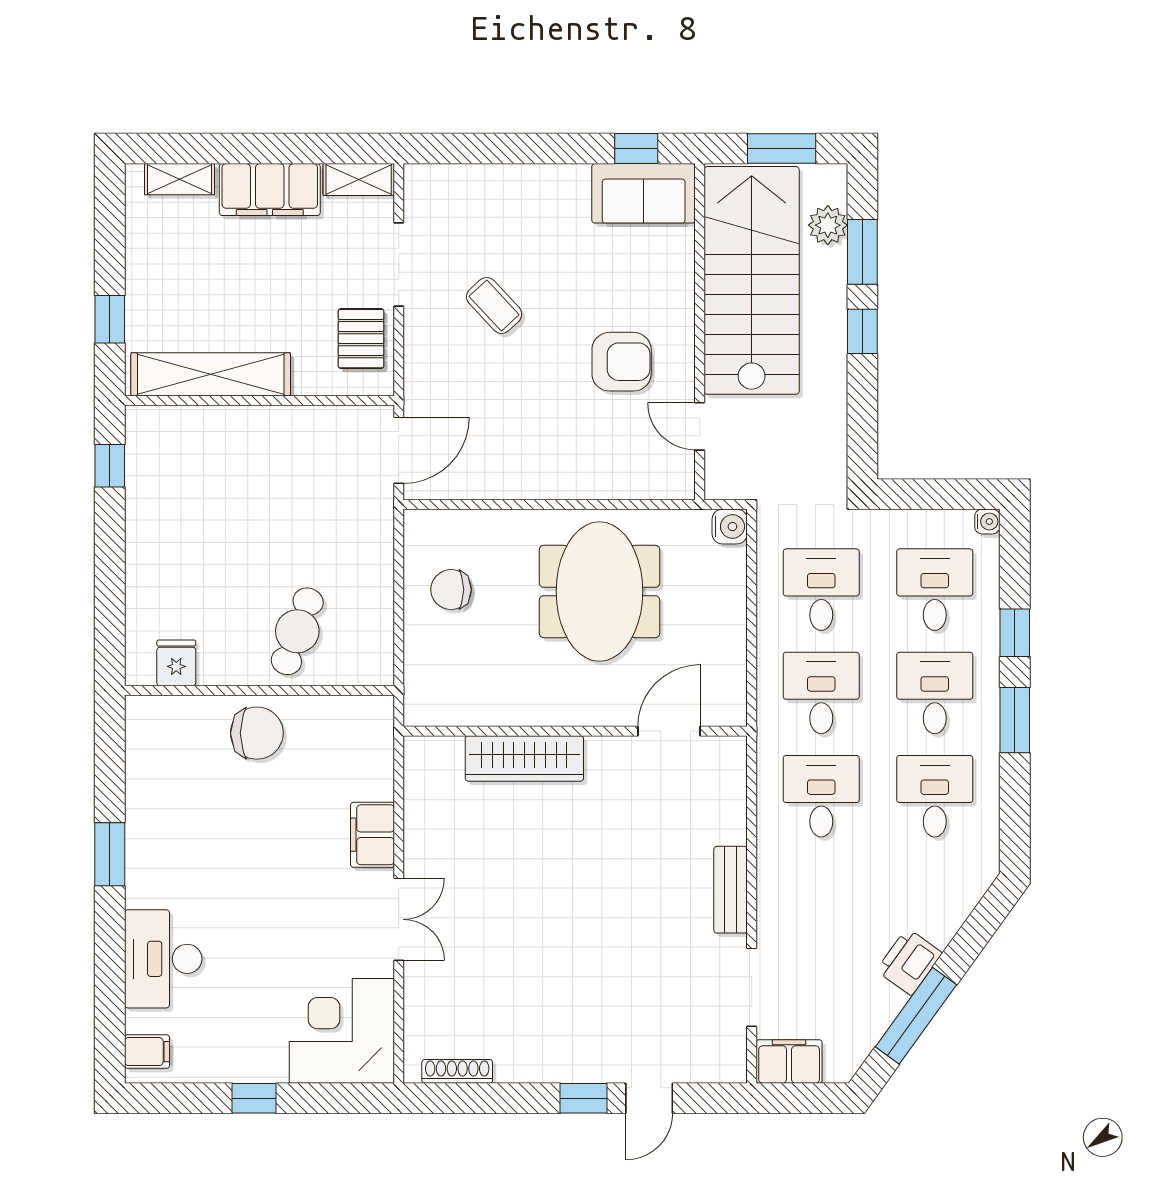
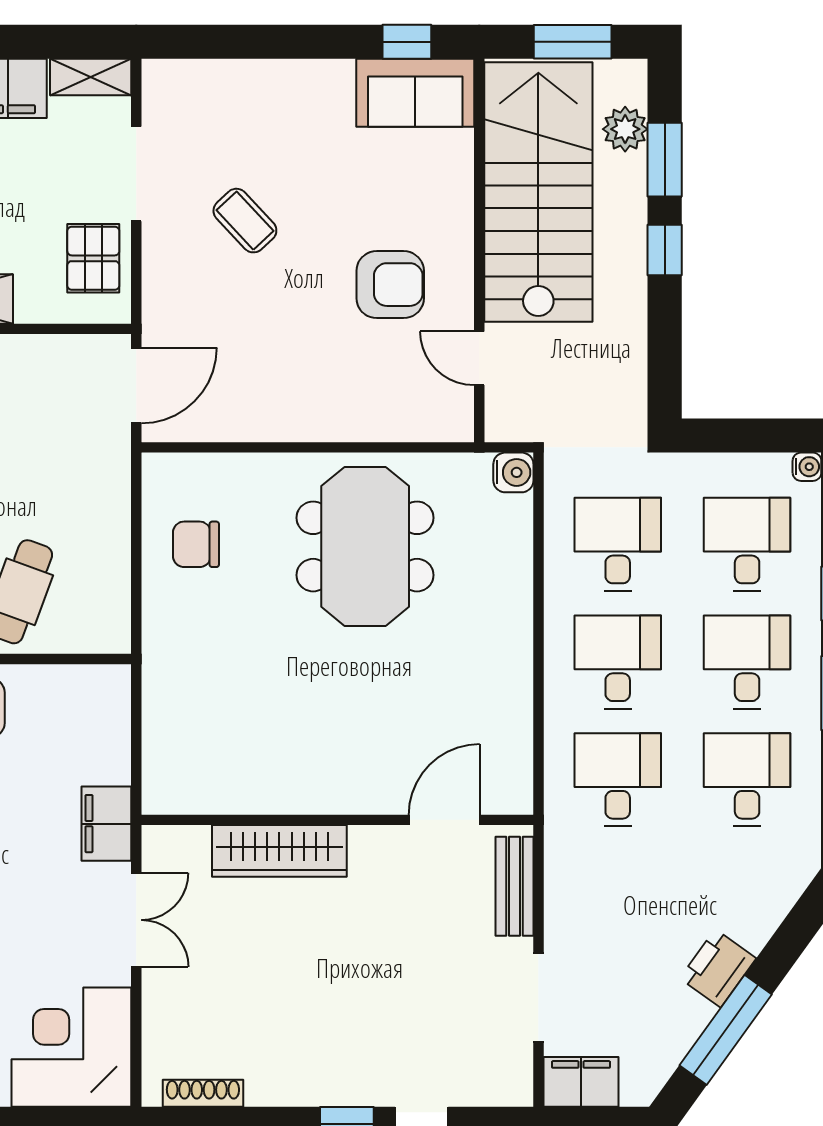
wall: (575, 731) -> (337, 820), moved
door: (669, 731) -> (444, 820), moved
wardrobe: (524, 758) -> (279, 851), moved

